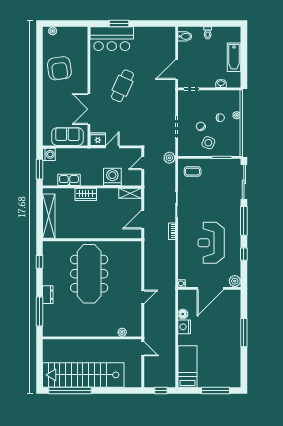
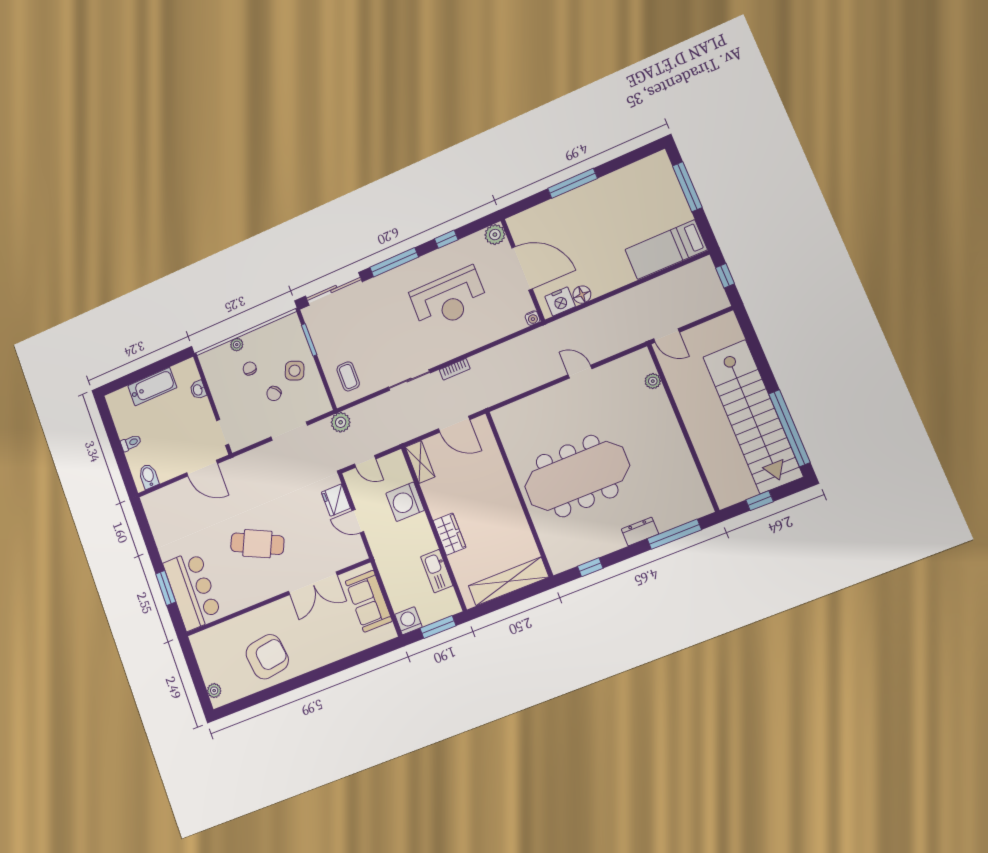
fridge: (98, 139) -> (336, 500), moved
nightstand: (184, 327) -> (560, 301), moved
door: (143, 349) -> (667, 335), swing flipped
window: (39, 361) -> (760, 501), added

